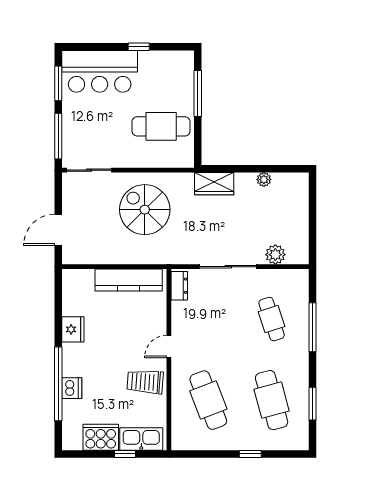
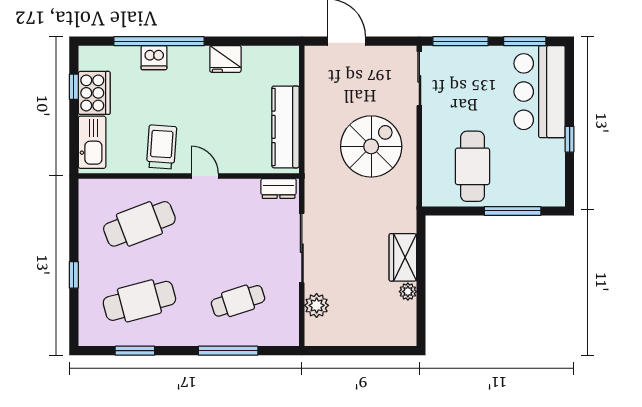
wardrobe: (214, 184) -> (403, 257), moved
window: (125, 454) -> (74, 87), moved

